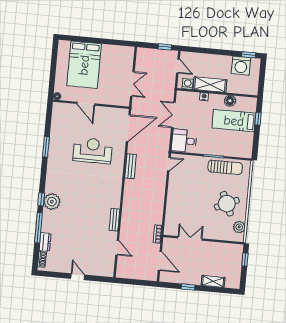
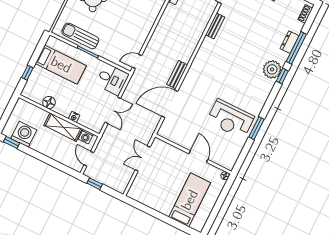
bed: (84, 65) -> (190, 200), width x0.67
bed: (234, 121) -> (61, 65), moved
door: (128, 128) -> (170, 104), moved
reception desk: (93, 151) -> (230, 119), moved
dresser: (45, 242) -> (289, 42), moved

